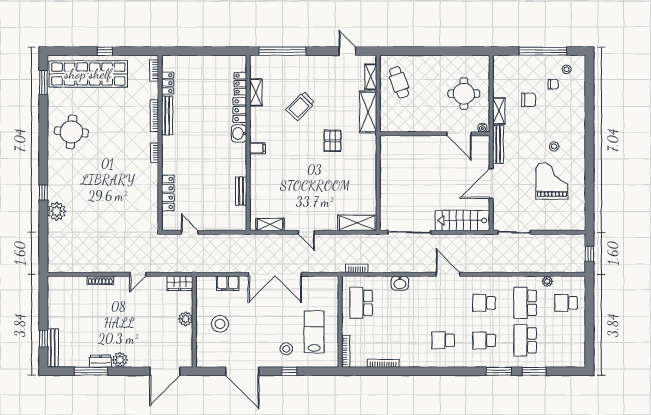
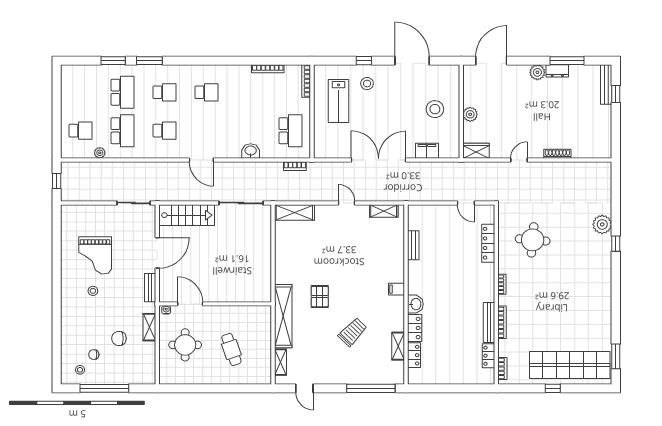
cafe table: (399, 82) -> (231, 349), moved
shelving: (368, 112) -> (283, 316), width x1.47
round table: (71, 132) -> (533, 240), moved
bench: (498, 145) -> (150, 288), width x0.73

